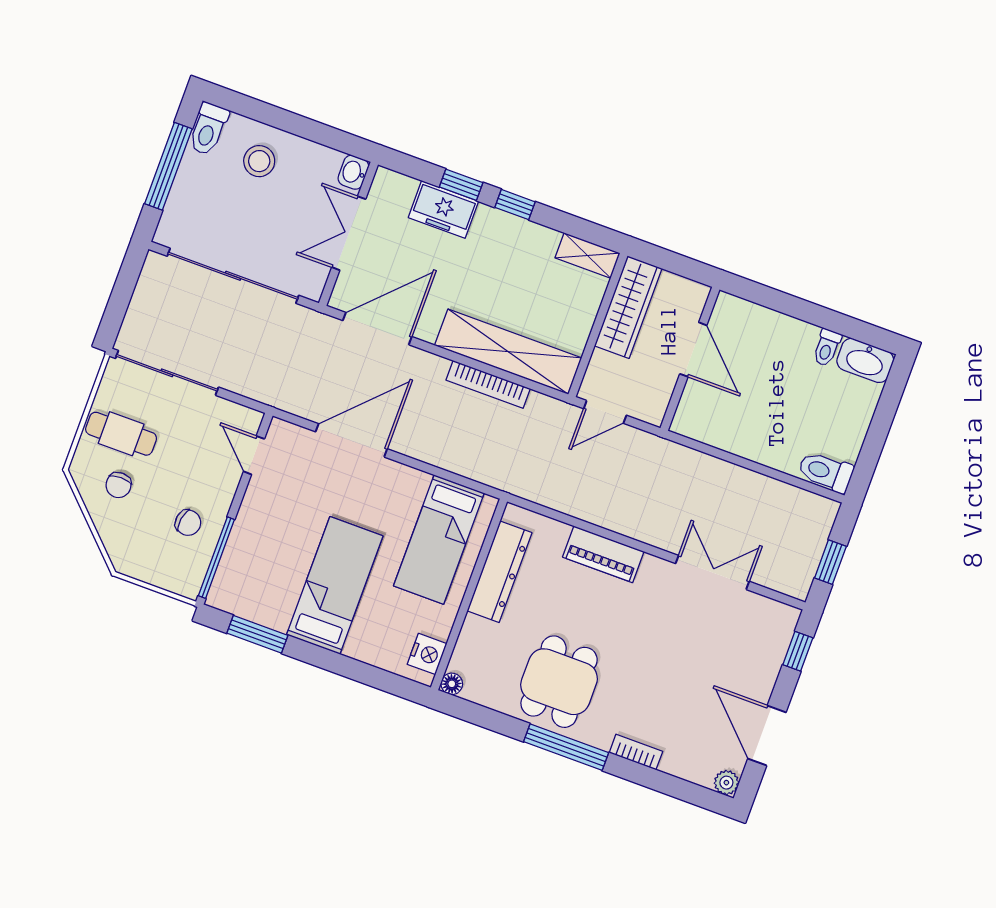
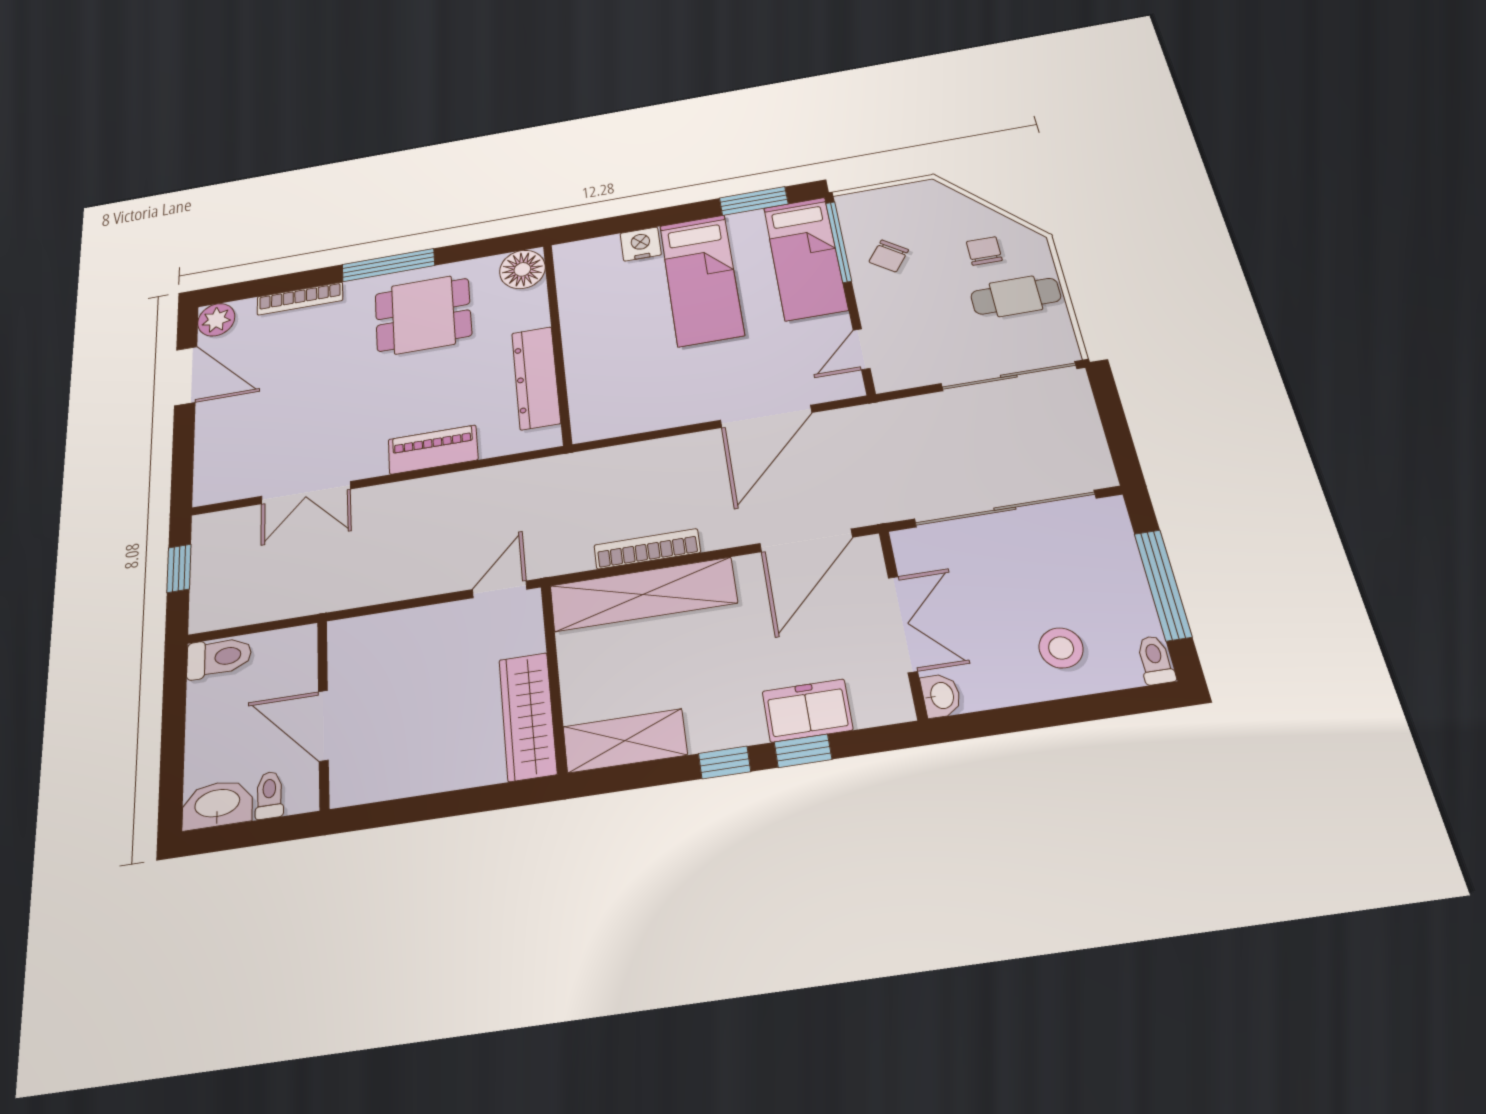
toilet: (208, 129) -> (1155, 660), width x0.73, depth x0.72
shelving: (588, 255) -> (625, 741), width x1.50, depth x1.33
door: (693, 350) -> (323, 726), moved
wall: (690, 359) -> (323, 713), moved
door: (254, 455) -> (862, 349), swing flipped
chair: (188, 523) -> (889, 256), turned -63
bed: (439, 539) -> (805, 258), moved, turned 180
window: (798, 651) -> (183, 466), removed
nightstand: (427, 654) -> (641, 244), moved, turned 90
dining table: (559, 682) -> (423, 315), turned 90
floor lamp: (452, 684) -> (522, 269), width x1.89, depth x1.89
bookcase: (636, 752) -> (300, 299), width x1.56
plant: (726, 783) -> (216, 320), width x1.38, depth x1.38

